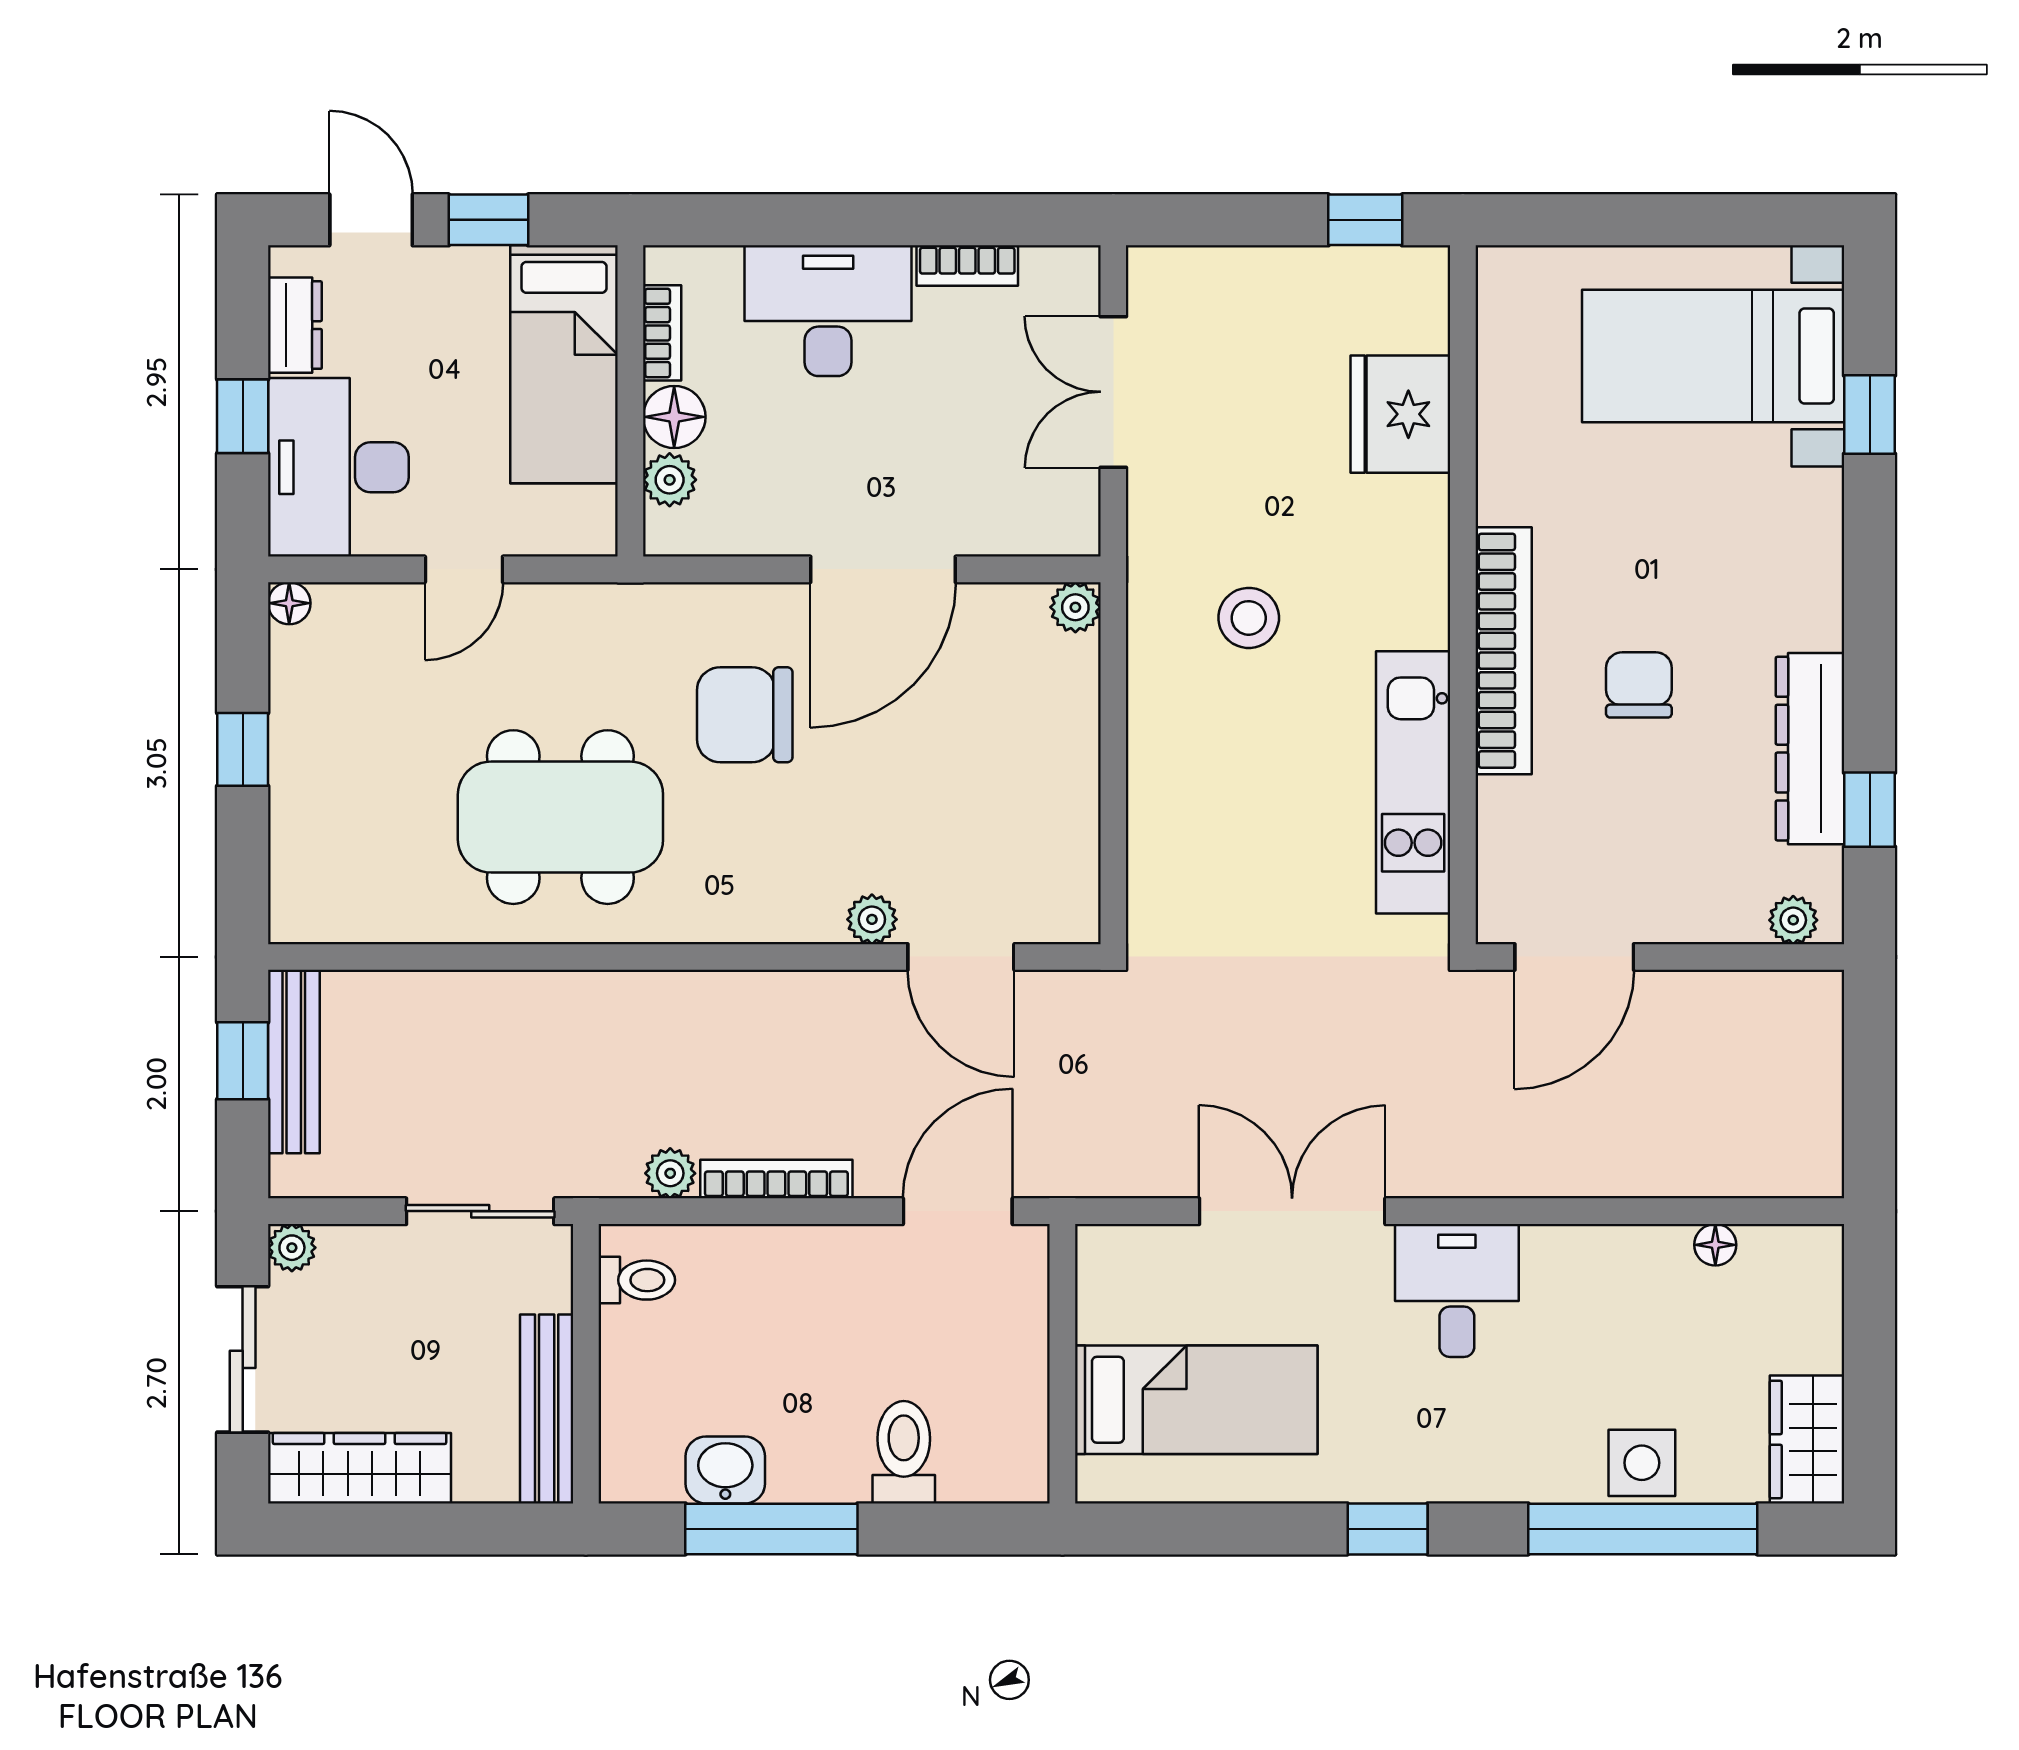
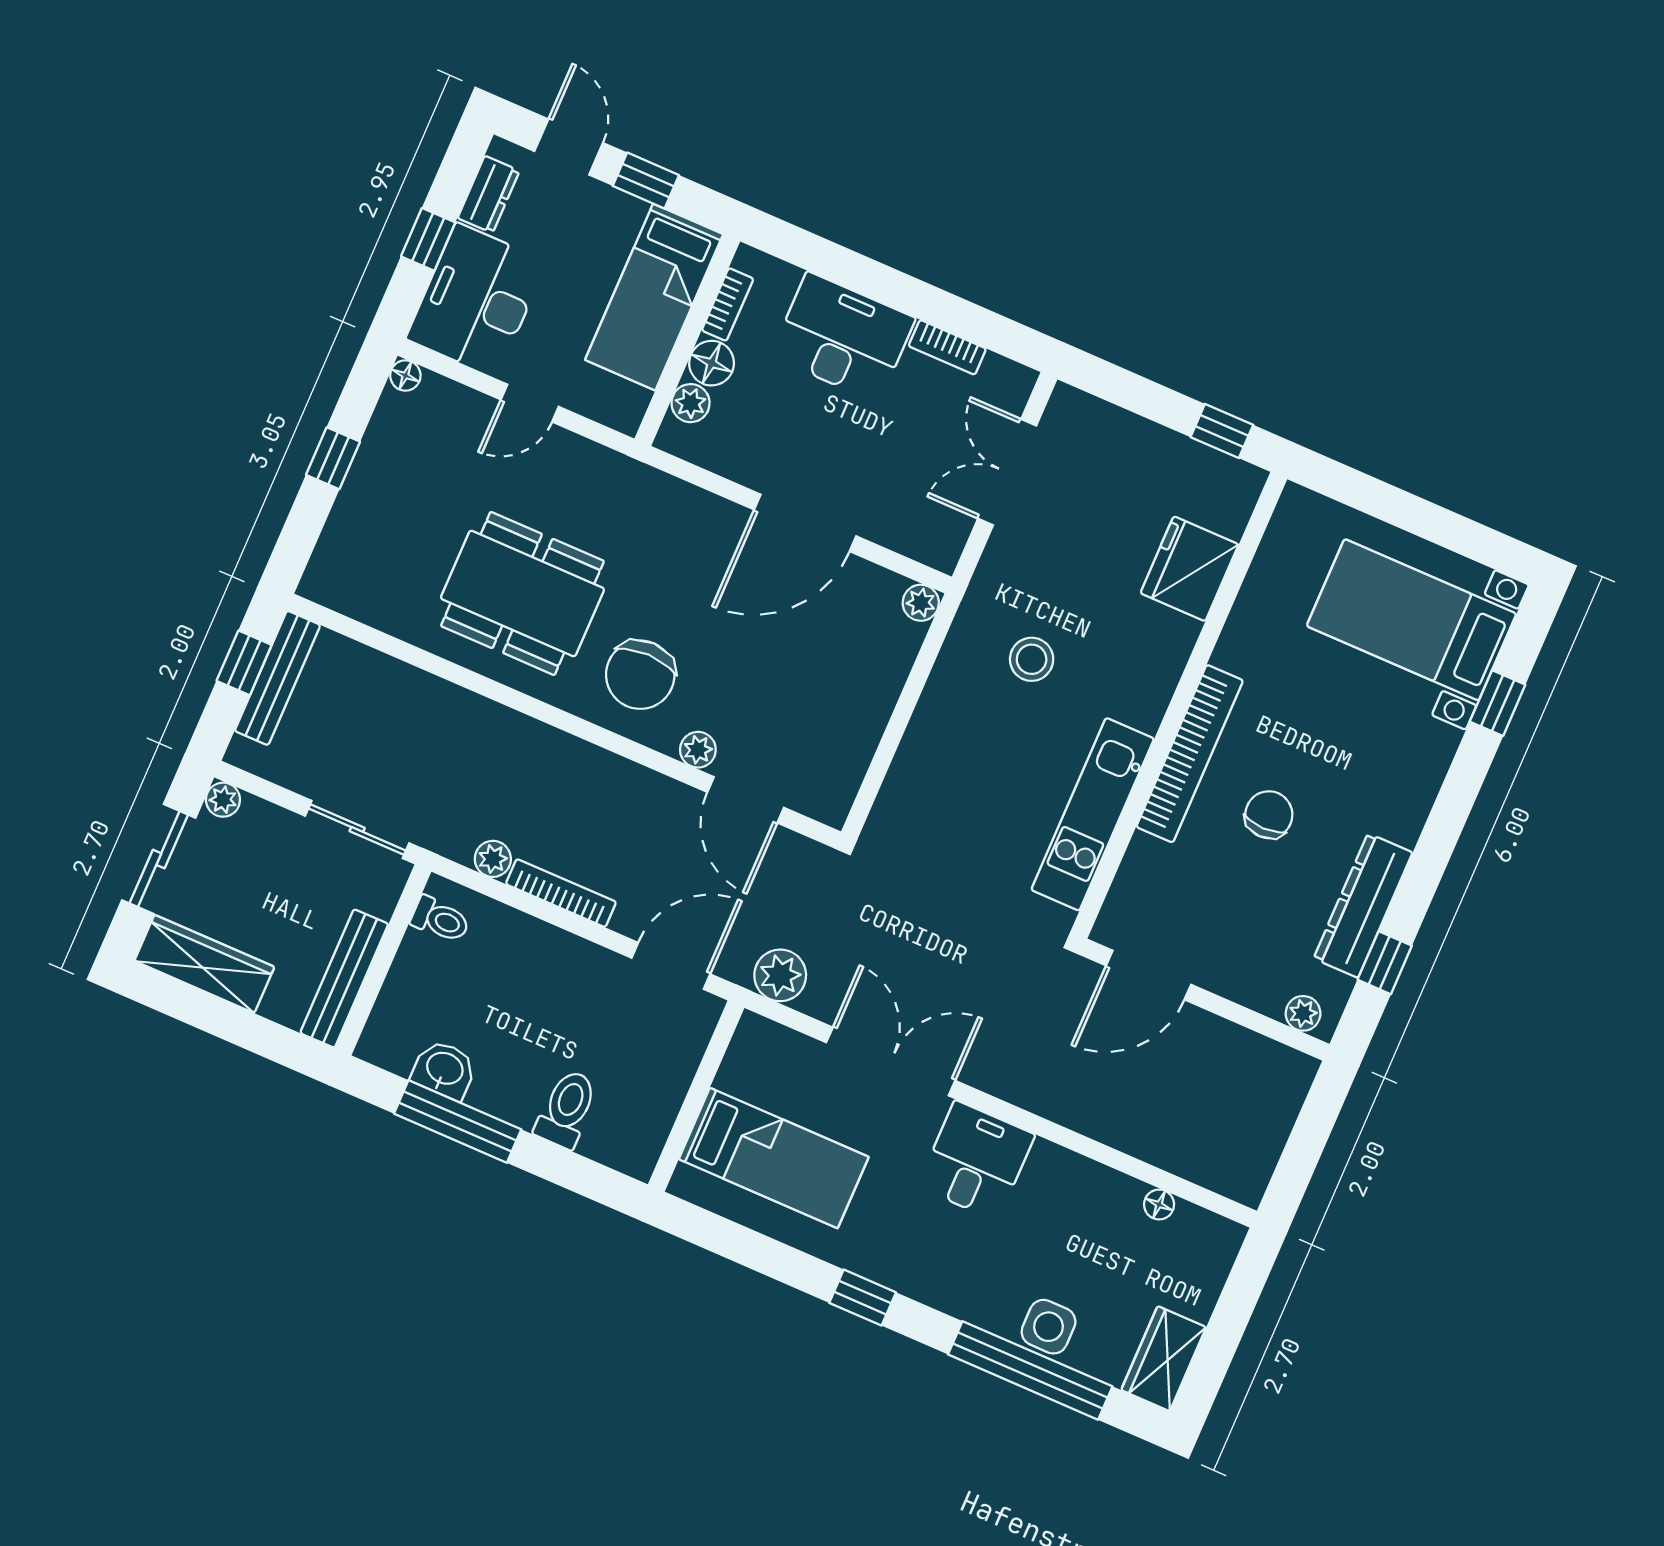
chair: (745, 715) -> (640, 675), moved, turned -90
plant: (1103, 1162) -> (780, 975), added

